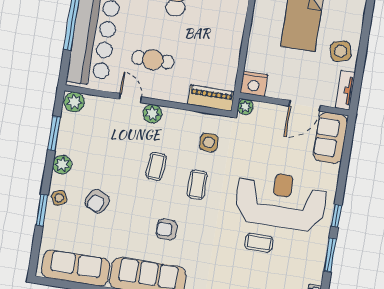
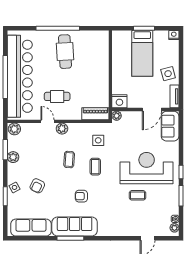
plant: (62, 165) -> (13, 157), moved

